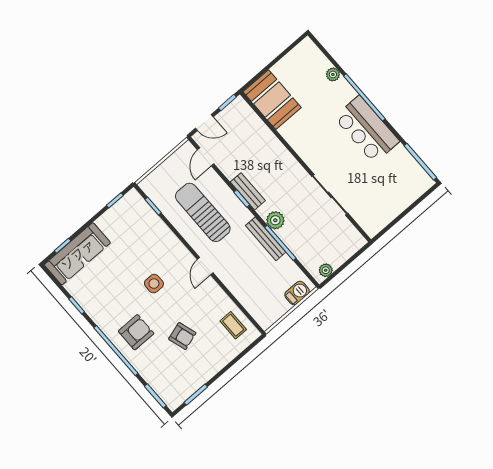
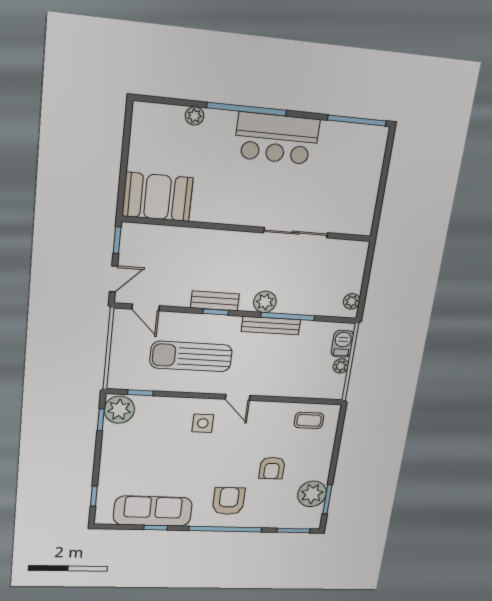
plant: (131, 205) -> (119, 410), added
sofa: (77, 254) -> (153, 511), moved, turned -90
side table: (154, 284) -> (203, 423), moved
plant: (284, 307) -> (341, 366), added
armchair: (182, 336) -> (272, 468), turned 107
plant: (190, 380) -> (312, 494), added

